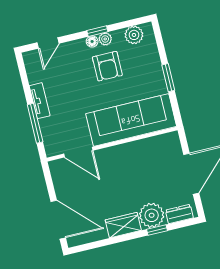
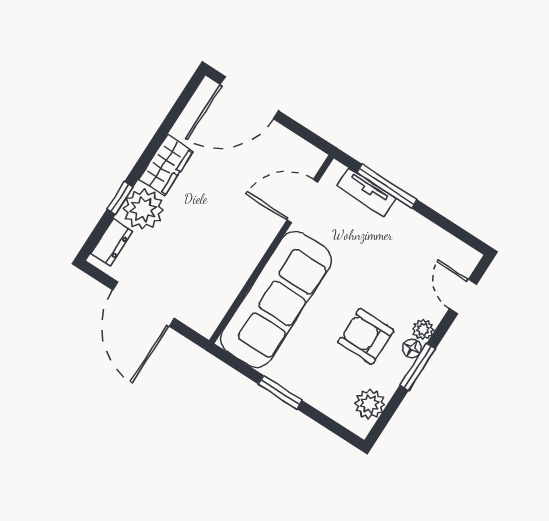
window: (97, 31) -> (418, 367), width x1.50
plant: (105, 39) -> (423, 329), moved
tv unit: (40, 101) -> (366, 192), moved

